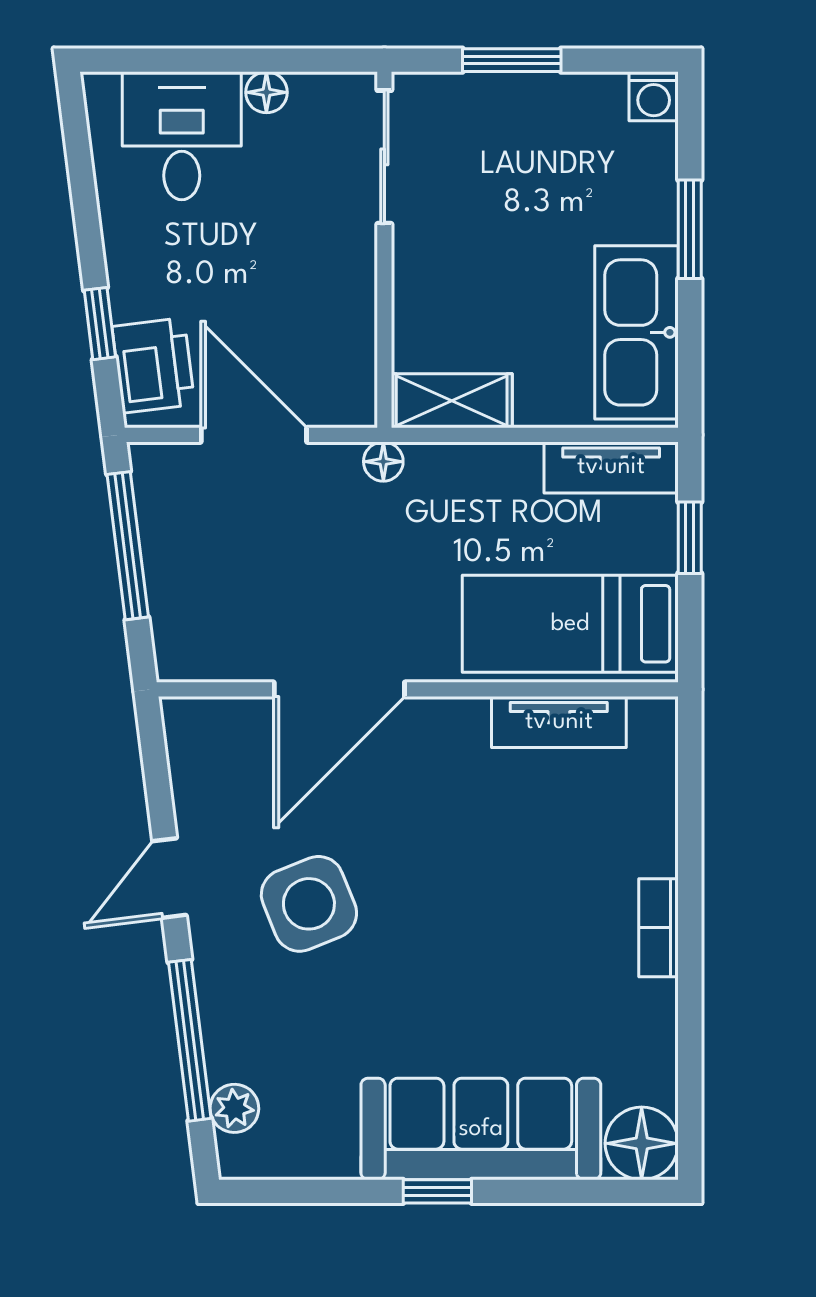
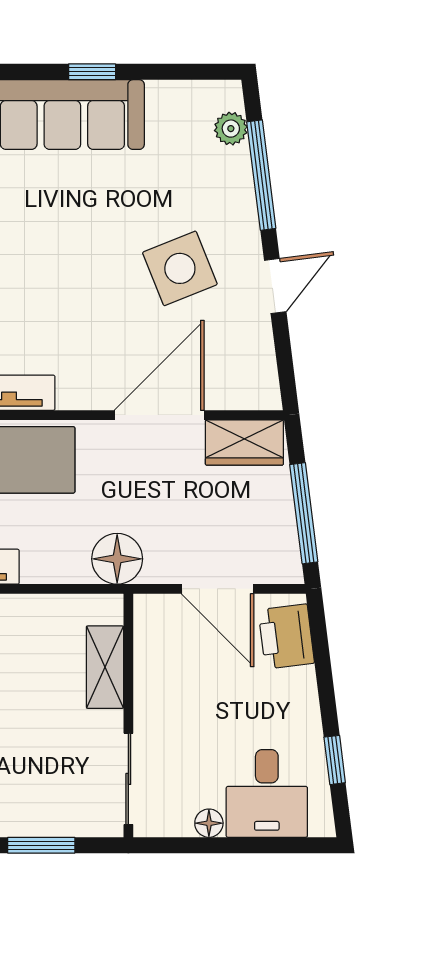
window: (100, 324) -> (335, 760), moved
shelving: (452, 401) -> (105, 667), moved, turned 90
floor lamp: (383, 462) -> (117, 559), width x1.89, depth x1.89
wardrobe: (215, 649) -> (244, 442), added

